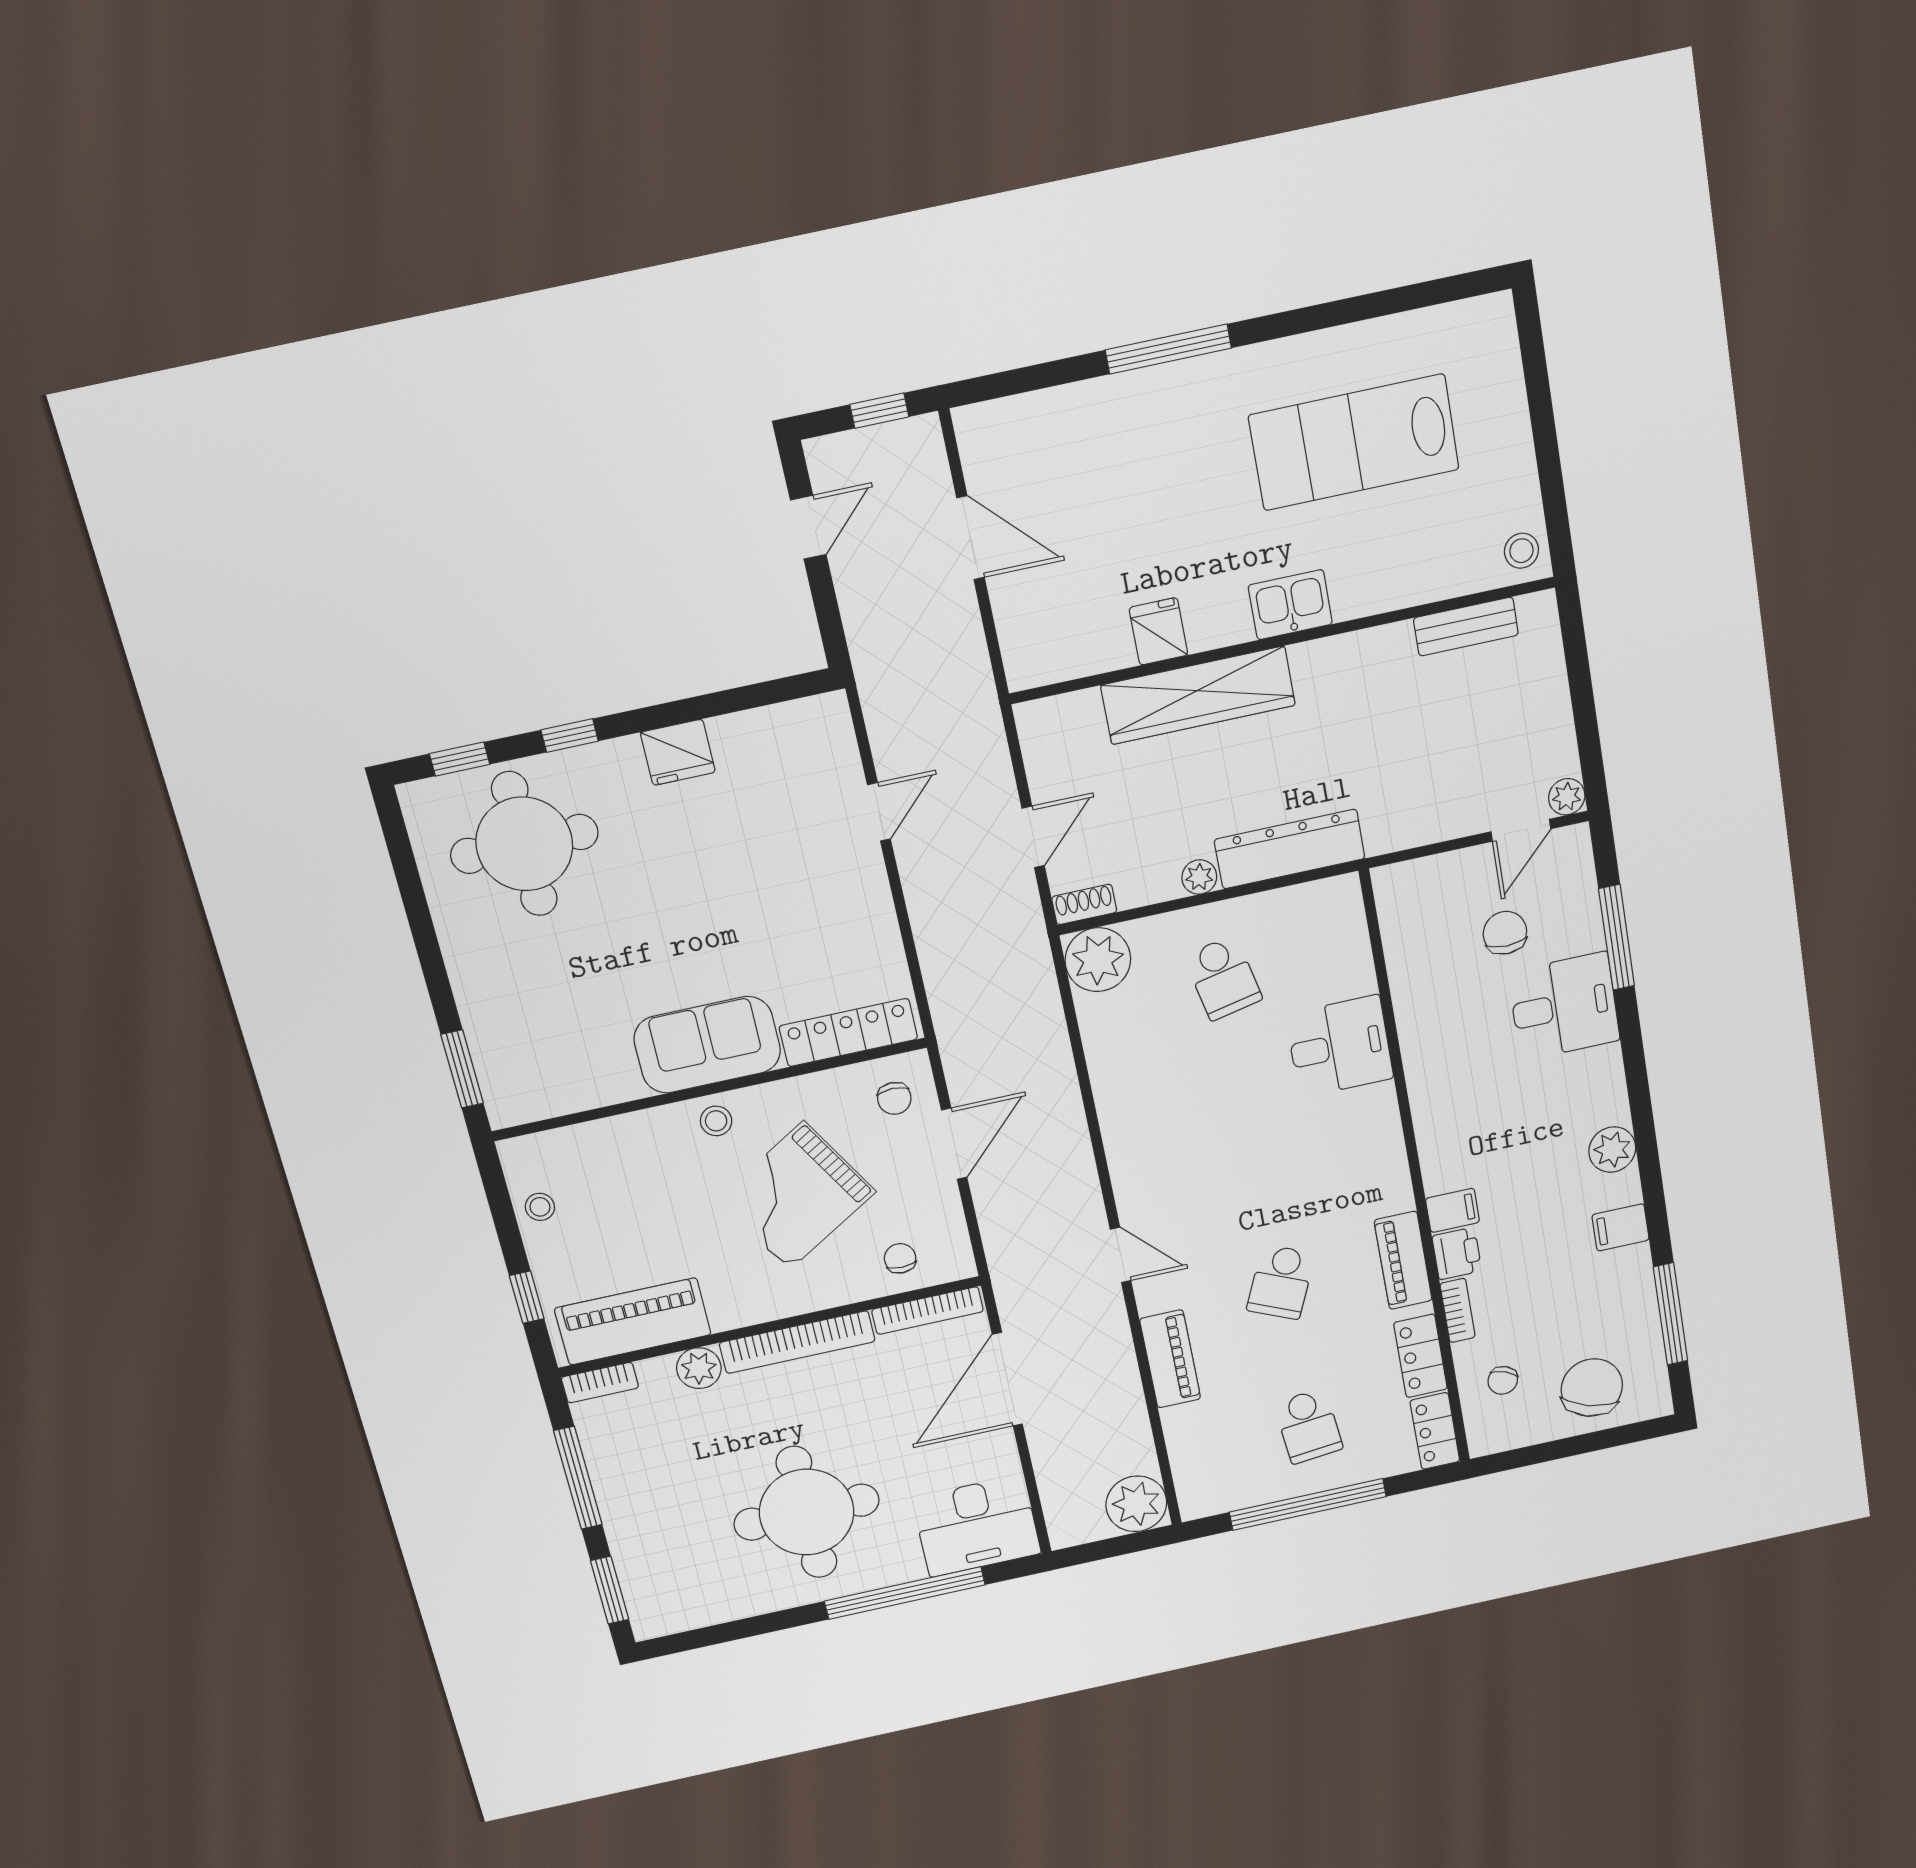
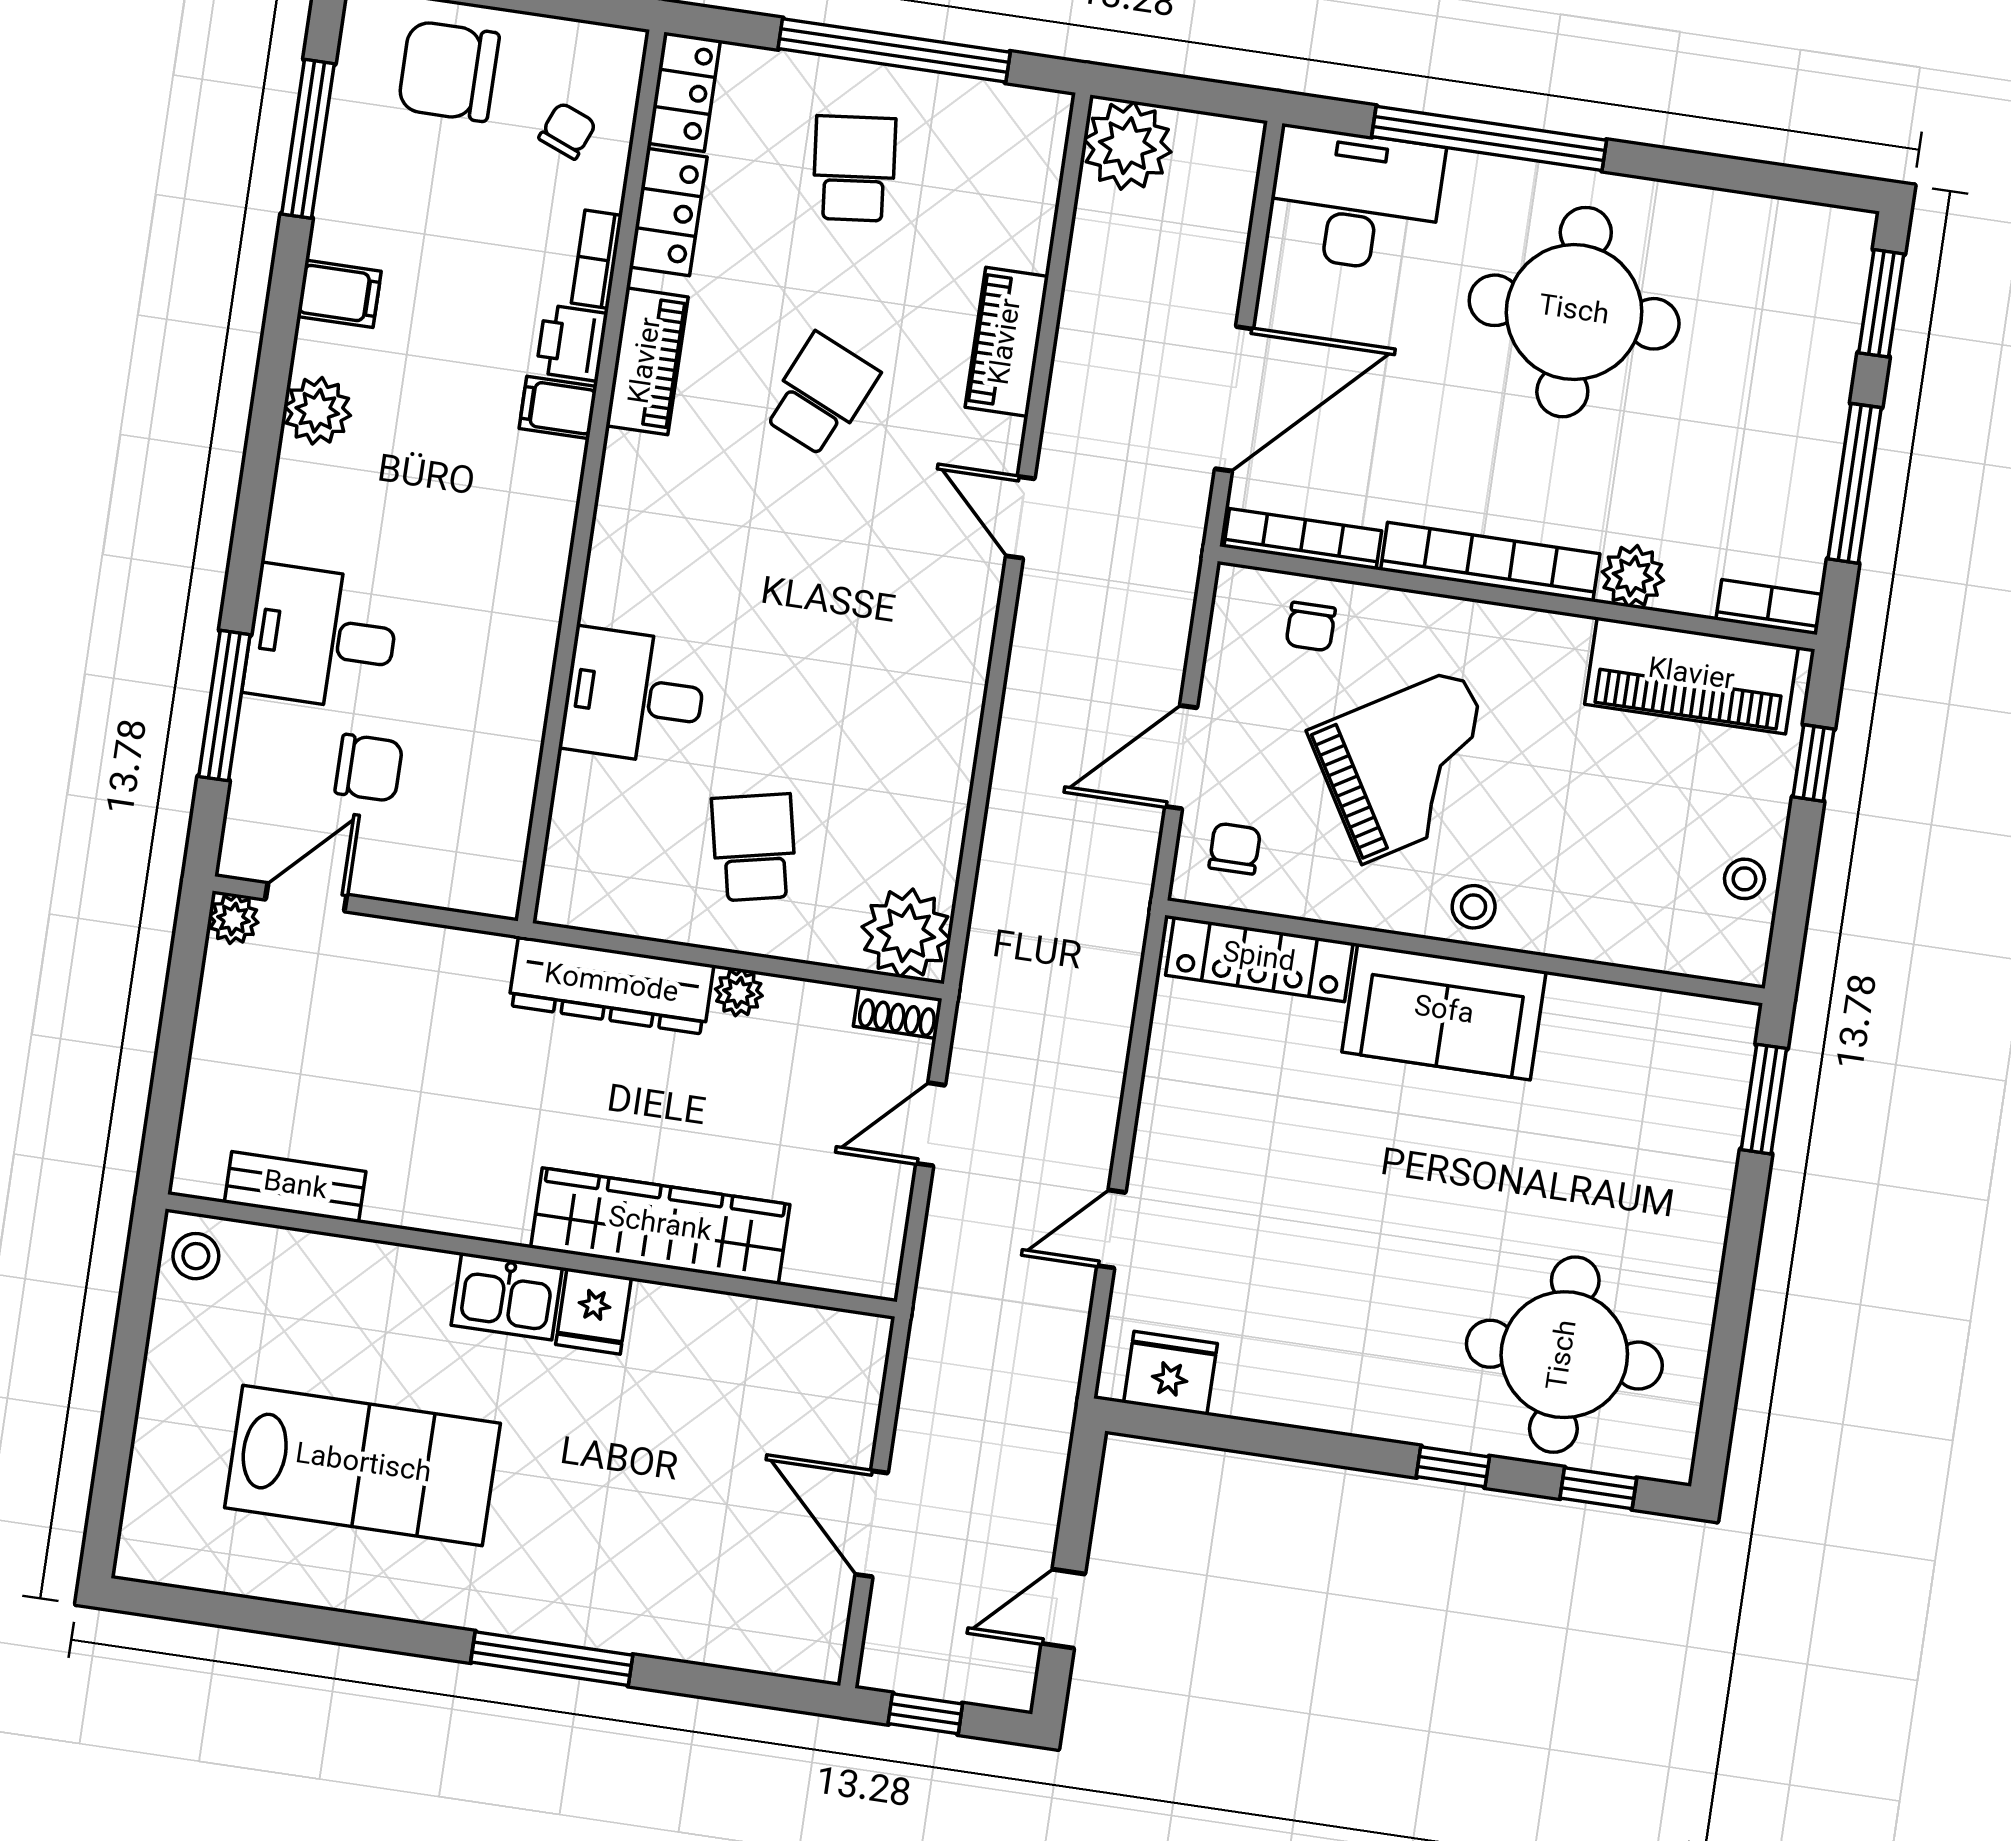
fridge: (1158, 631) -> (594, 1311), moved
fridge: (678, 752) -> (1170, 1373), moved
chair: (1505, 933) -> (369, 768), turned -90
chair: (1592, 1388) -> (449, 71), turned 72

